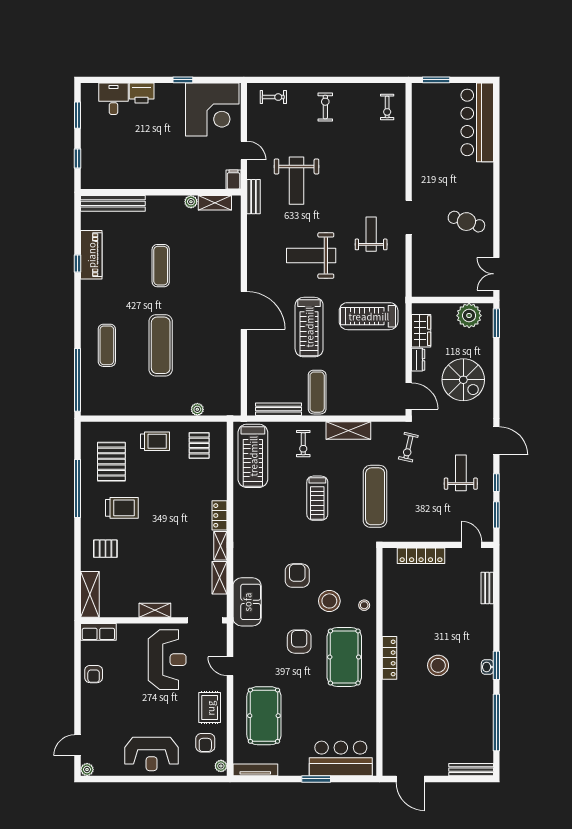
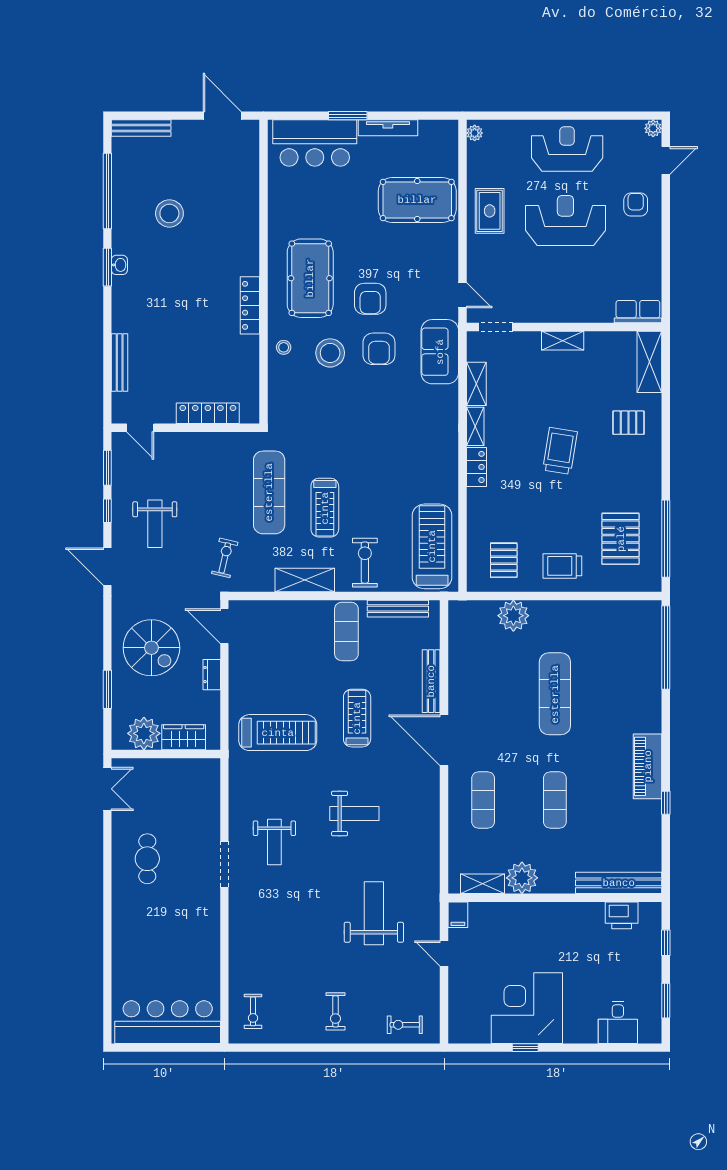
window: (436, 80) -> (188, 1048), removed
printer: (142, 93) -> (622, 915), moved, turned 180
exercise bike: (387, 107) -> (253, 1011), turned 180
corner desk: (212, 110) -> (527, 1008), moved
bar counter: (477, 122) -> (168, 1022), moved, turned -90
bench: (254, 197) -> (431, 681), moved, width x1.36
plant: (191, 202) -> (522, 878), width x1.88, depth x1.88
cafe table: (466, 222) -> (147, 859), turned 71
piano: (91, 255) -> (648, 766), moved
weight bench: (311, 256) -> (354, 813), width x0.73, depth x0.75
window: (496, 323) -> (107, 689), moved
treadmill: (309, 327) -> (357, 718), width x0.73, depth x0.73
wardrobe: (421, 331) -> (184, 737), moved, turned 90
exercise mat: (107, 345) -> (483, 800), moved
spiral stairs: (463, 380) -> (151, 648), turned 180
plant: (197, 409) -> (513, 616), width x1.88, depth x1.88
exercise bike: (303, 444) -> (365, 563), width x1.38, depth x1.39
window: (78, 488) -> (666, 539), moved
treadmill: (317, 498) -> (325, 508), moved, turned 180
trolley: (122, 508) -> (560, 451), moved, turned 99
armchair: (297, 576) -> (379, 349), moved
bench: (487, 588) -> (120, 362), width x1.36
doorway: (205, 620) -> (496, 327), width x0.73
locker: (390, 658) -> (250, 305), moved
reception desk: (167, 660) -> (565, 220), moved, turned 90
stool: (438, 665) -> (169, 213), moved
door: (230, 666) -> (463, 295), moved
armchair: (94, 674) -> (636, 204), moved
pool table: (264, 716) -> (417, 200), turned 90
armchair: (205, 743) -> (495, 164), removed
tv unit: (255, 770) -> (388, 128), moved

